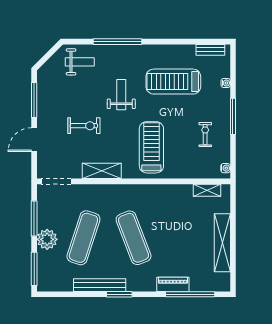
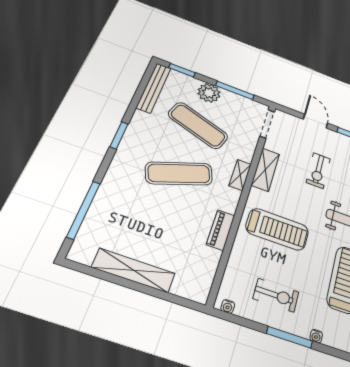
water cooler: (226, 83) -> (316, 336), moved
exercise bike: (205, 135) -> (276, 295), width x1.38, depth x1.39
shelving: (207, 190) -> (240, 175), moved
window: (34, 269) -> (182, 70), width x0.69
piano: (173, 284) -> (221, 230), moved, turned 180
bench: (100, 285) -> (154, 88), moved

